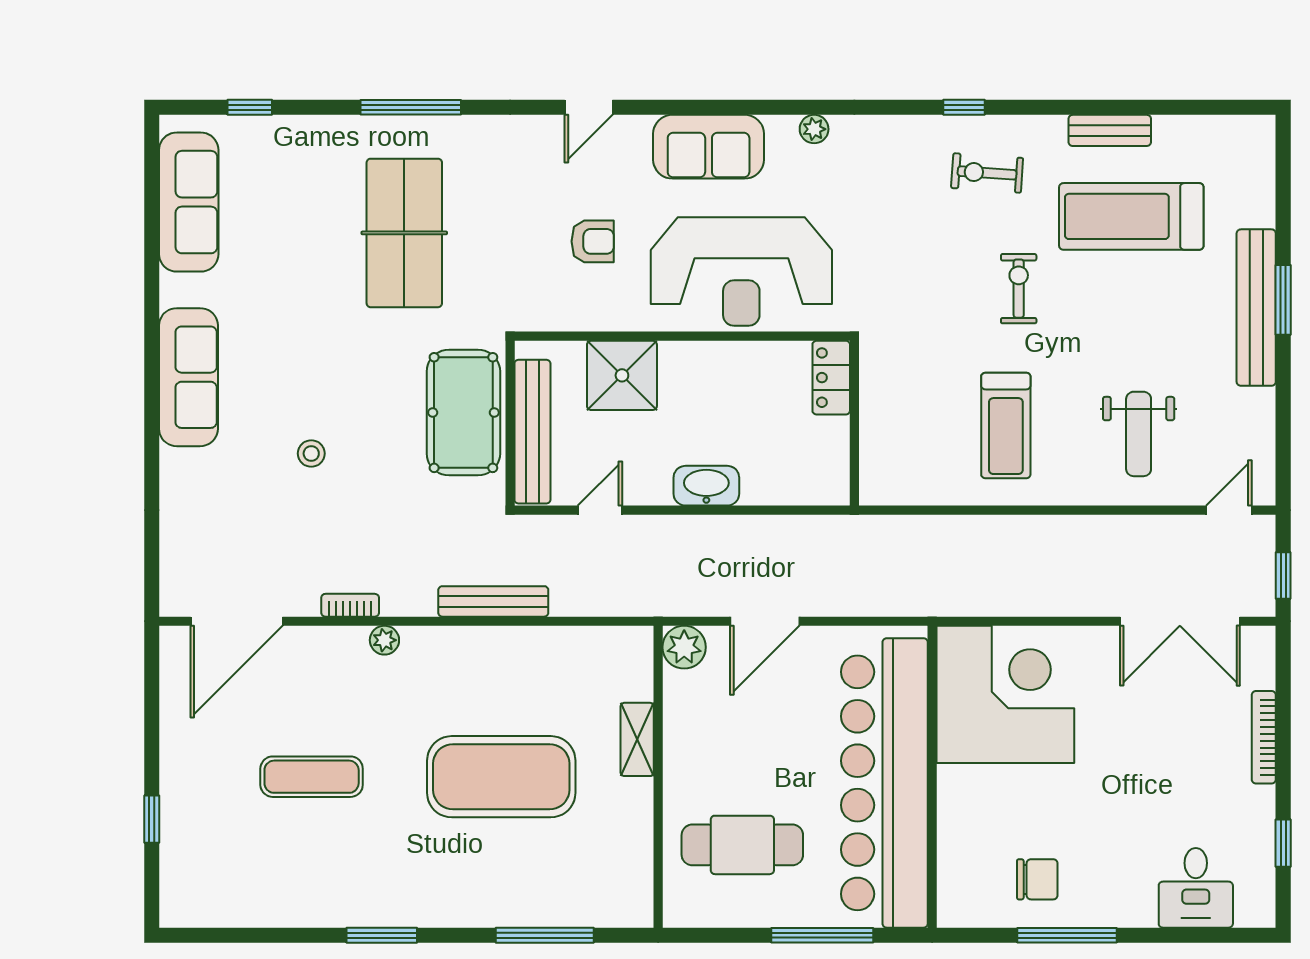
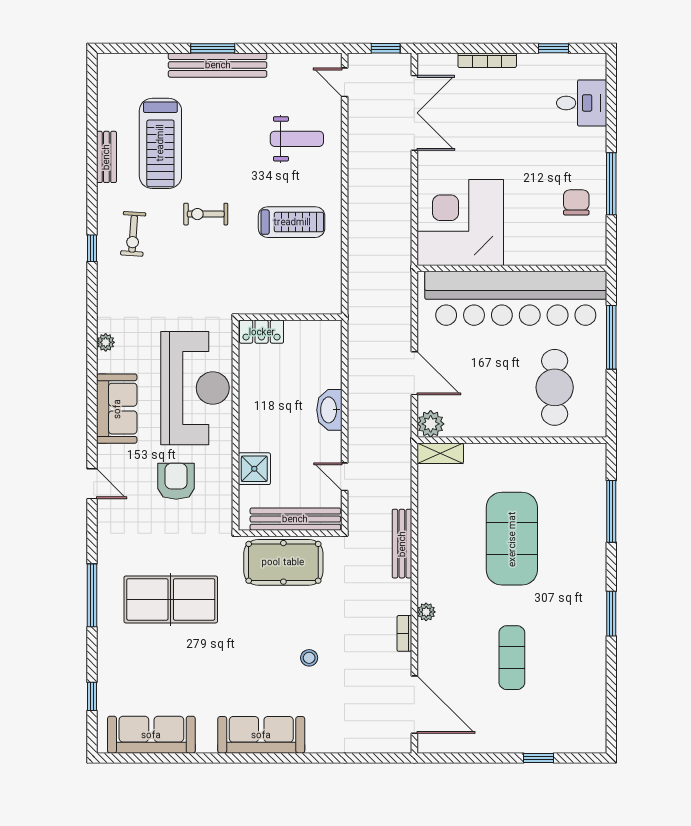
armchair: (593, 241) -> (176, 481), width x1.38, depth x1.38
shower: (622, 375) -> (254, 469), width x0.73, depth x0.73
shelving: (637, 739) -> (440, 453), moved

